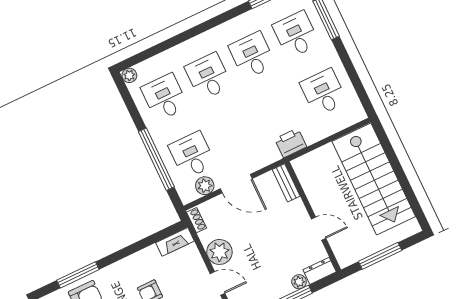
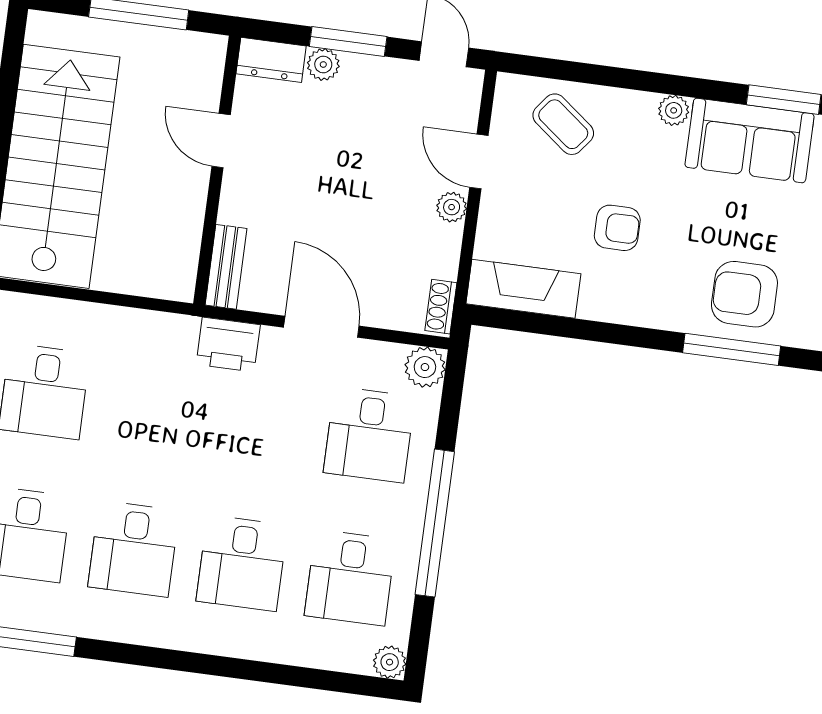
printer: (291, 143) -> (228, 345), moved
window: (156, 159) -> (435, 523), moved
plant: (205, 186) -> (425, 367), moved
fireplace: (175, 242) -> (523, 289), width x1.37, depth x1.32
plant: (219, 252) -> (452, 207), width x0.53, depth x0.53

